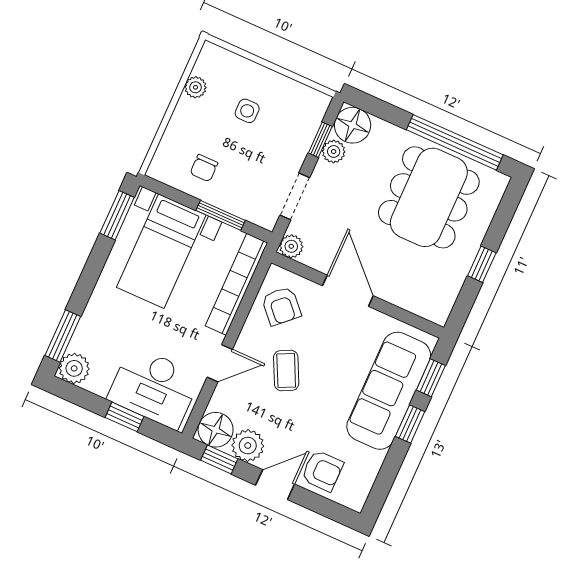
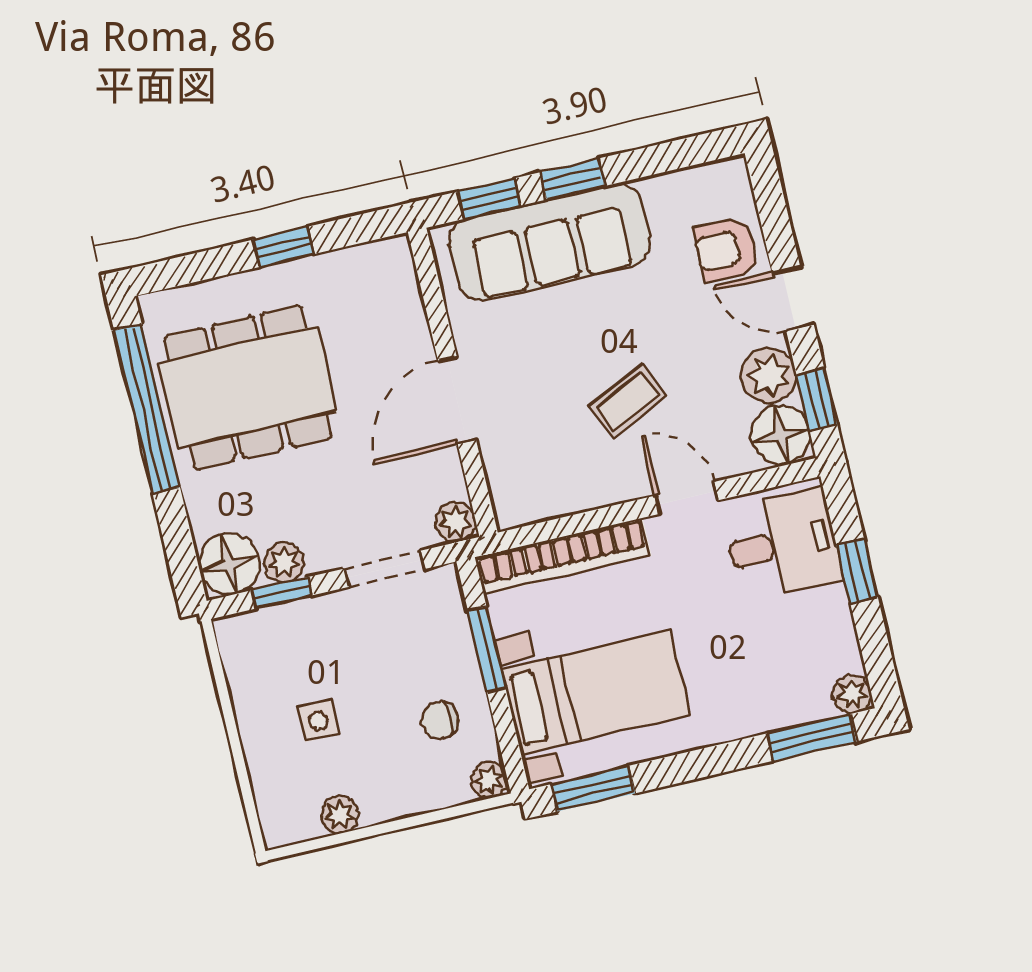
chair: (204, 168) -> (440, 720), turned 180
plant: (158, 170) -> (489, 780), added
armchair: (281, 306) -> (546, 474), removed
plant: (74, 368) -> (852, 694), width x0.73, depth x0.73
desk: (154, 387) -> (783, 544), width x0.73
armchair: (322, 471) -> (726, 249), turned -90

